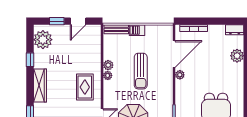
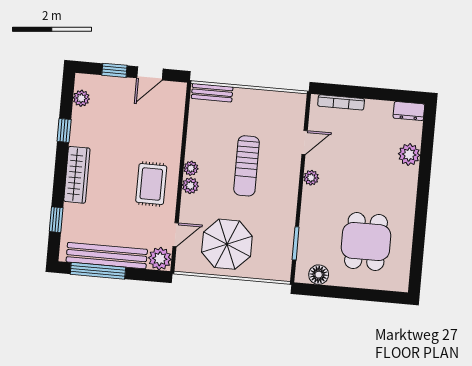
barbecue: (137, 30) -> (246, 97), removed
plant: (43, 40) -> (81, 98), width x0.53, depth x0.53
door: (174, 54) -> (305, 142), width x0.53
plant: (108, 65) -> (190, 186), moved

